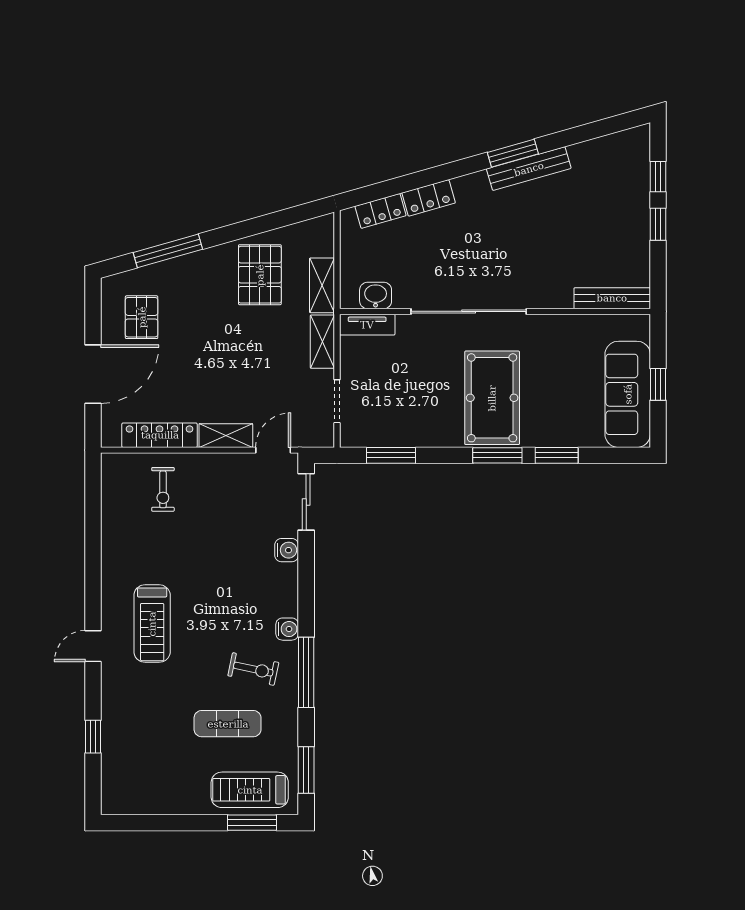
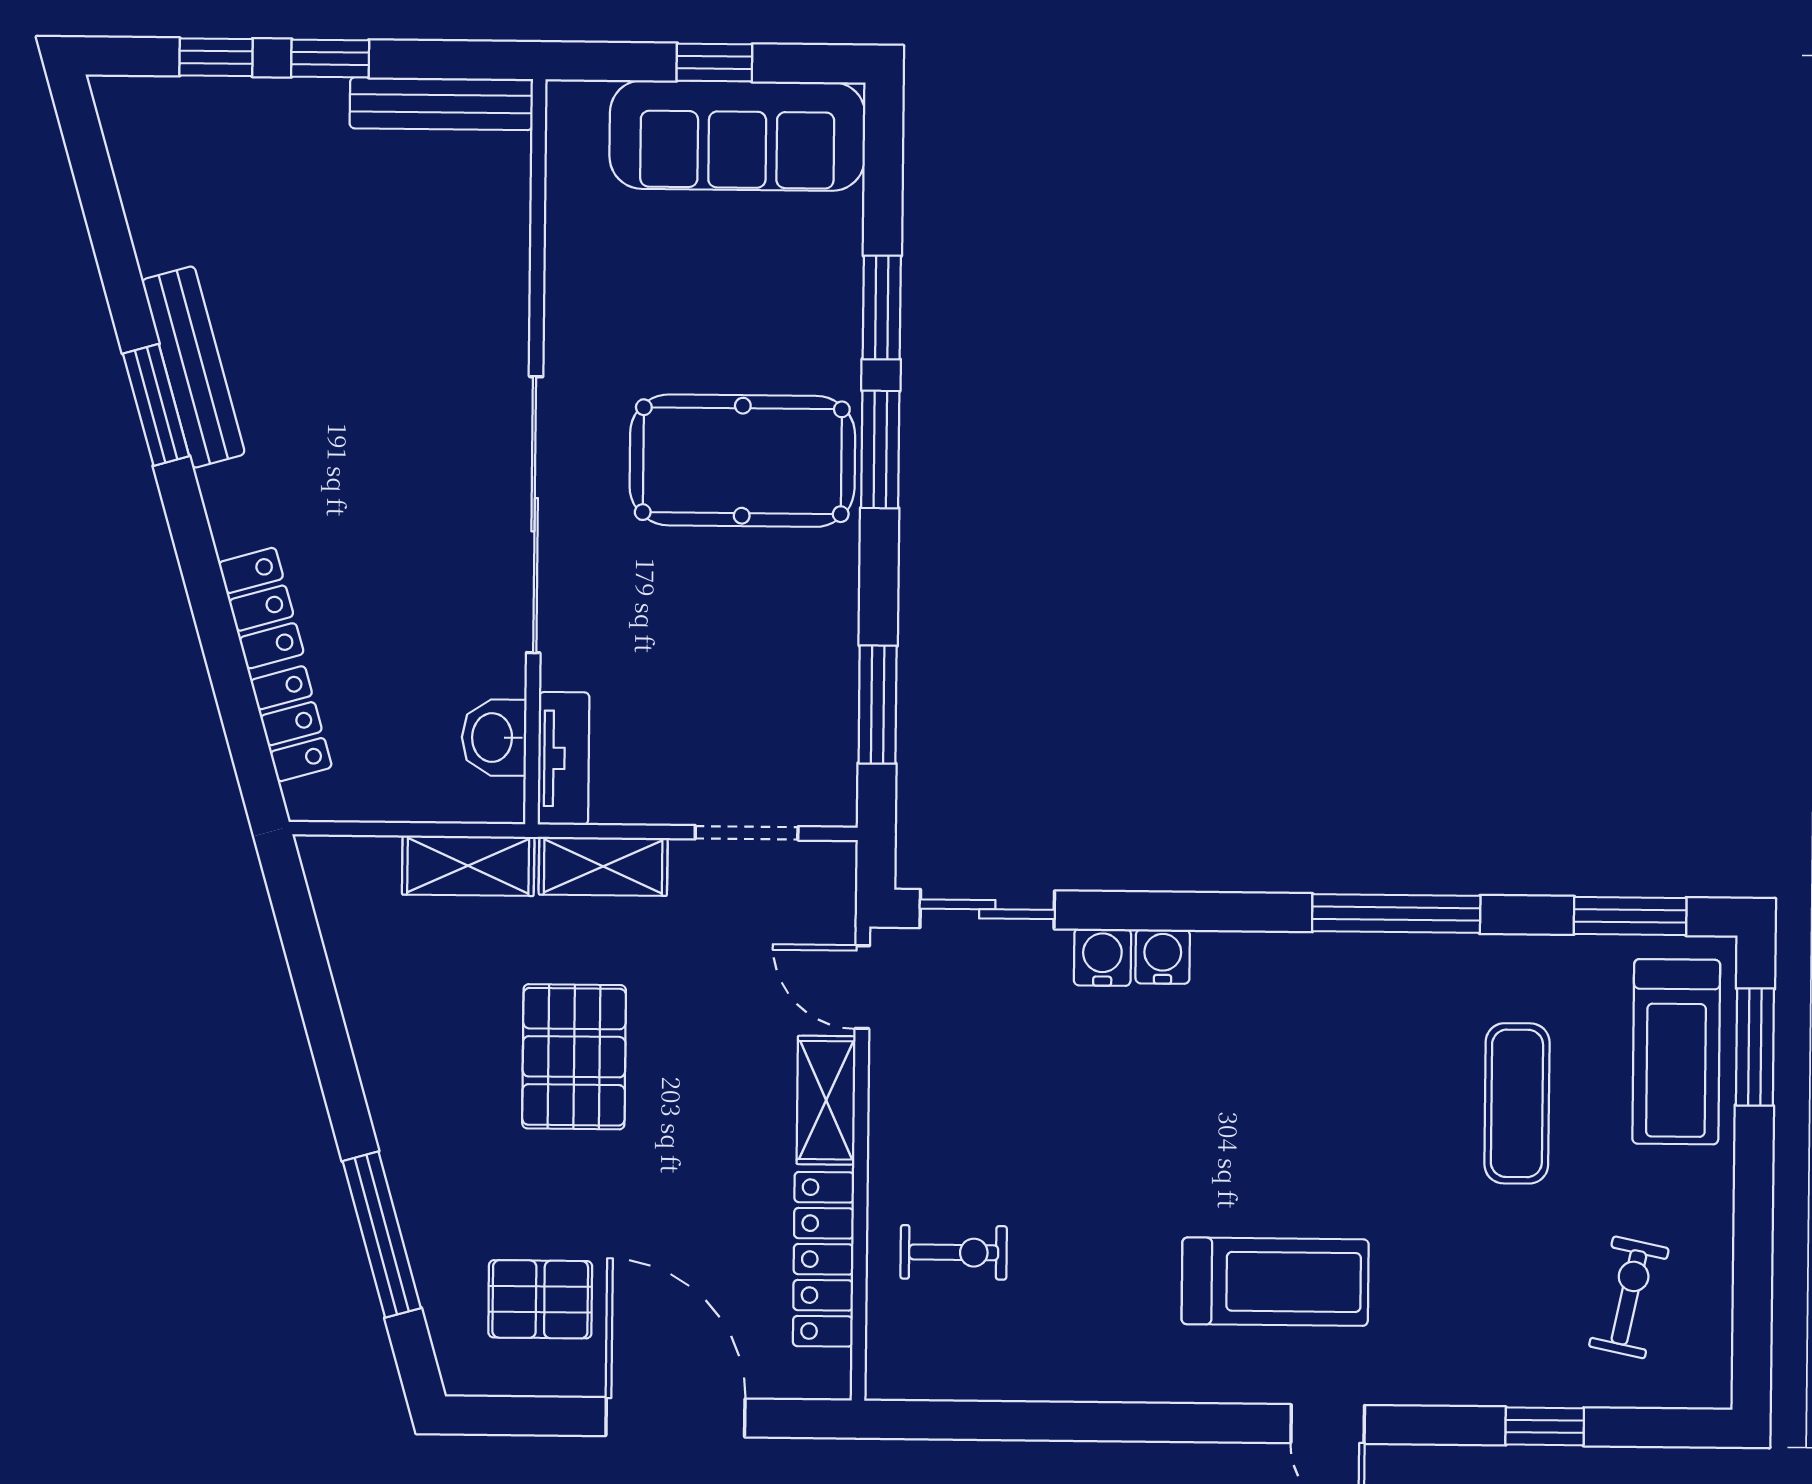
pallet: (260, 275) -> (574, 1057), moved, turned 90
bench: (612, 298) -> (441, 104), moved, turned 90
water cooler: (287, 629) -> (1163, 957), moved
exercise bike: (253, 669) -> (1629, 1297), moved

